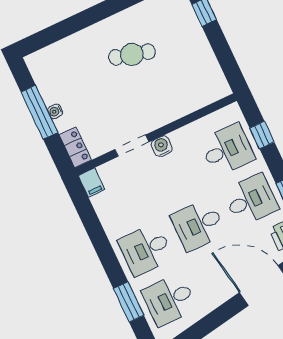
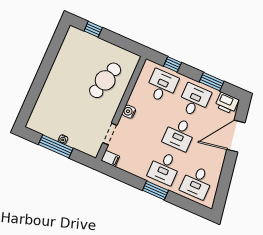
cafe table: (132, 54) -> (105, 80), moved, width x1.37, depth x1.35
doorway: (132, 146) -> (110, 134), moved
locker: (75, 147) -> (88, 148), removed
window: (129, 302) -> (155, 190), moved

